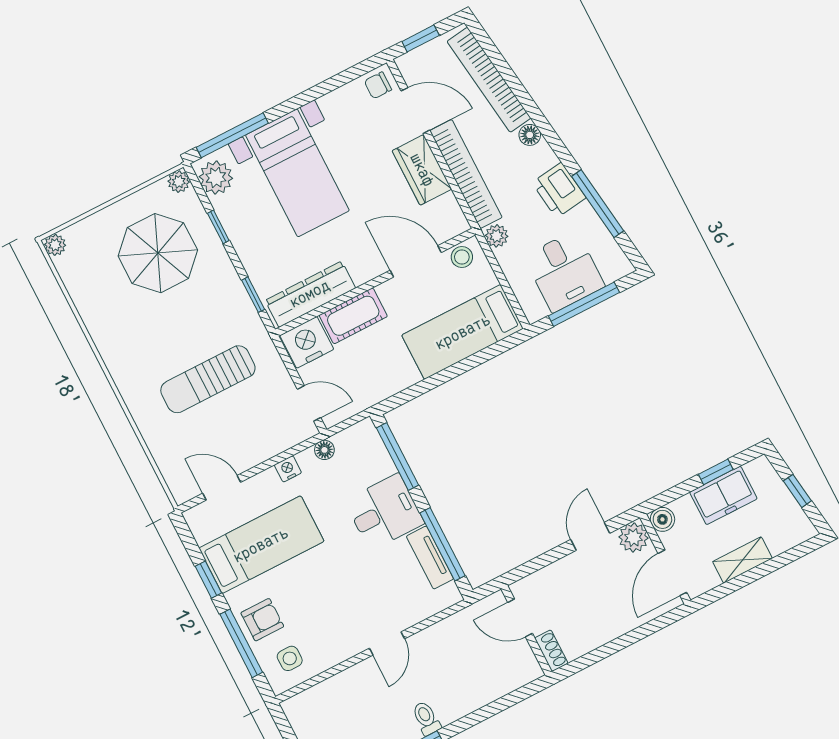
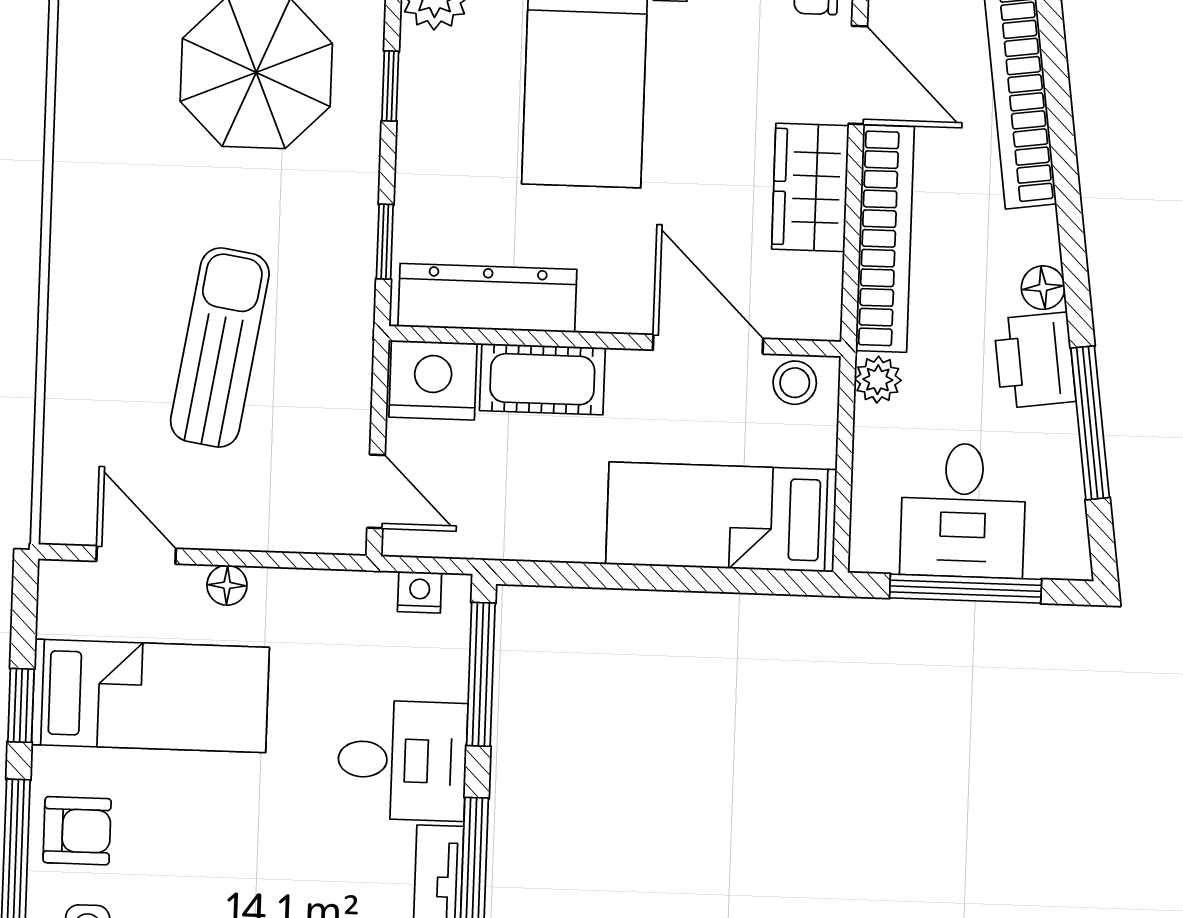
floor lamp: (530, 135) -> (1043, 288), moved
sun lounger: (208, 379) -> (220, 348), turned 99
floor lamp: (324, 450) -> (227, 585), moved
nightstand: (288, 469) -> (420, 592), moved

